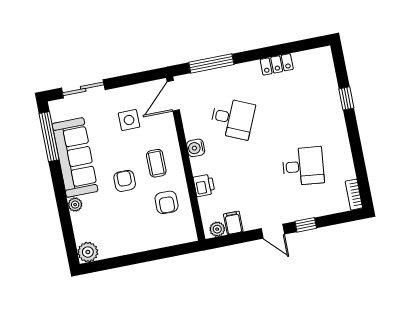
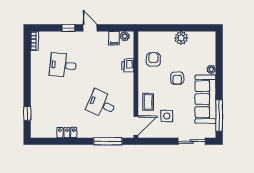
window: (346, 98) -> (27, 113), moved
water cooler: (196, 148) -> (128, 90), removed
coffee table: (156, 163) -> (148, 102), moved
plant: (88, 252) -> (181, 38), moved

